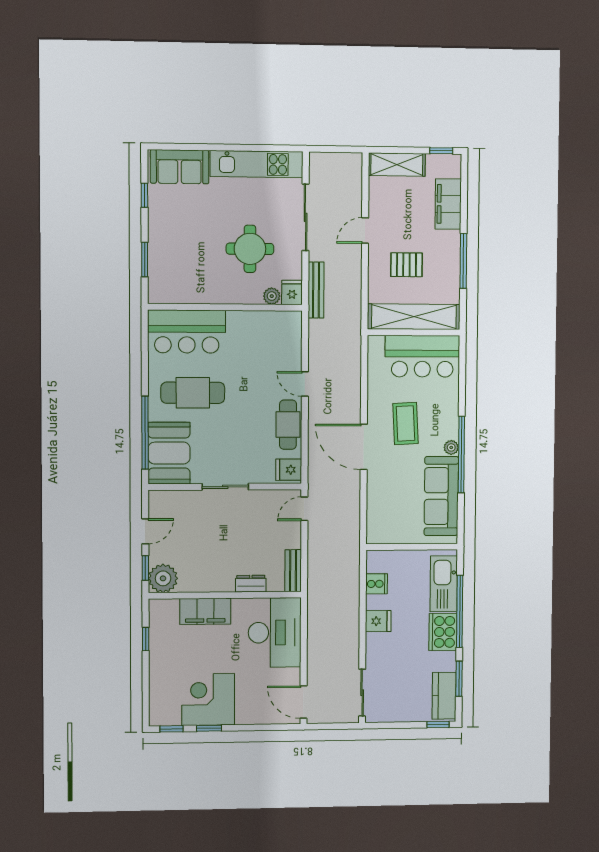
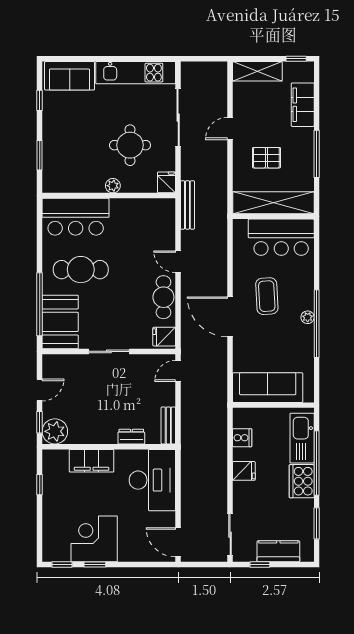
bench: (316, 290) -> (187, 205), moved
plant: (272, 296) -> (113, 186), moved
sofa: (441, 496) -> (268, 388), moved, turned 90
kitchen counter: (444, 696) -> (278, 551), moved, turned 90
window: (438, 725) -> (260, 564), moved

